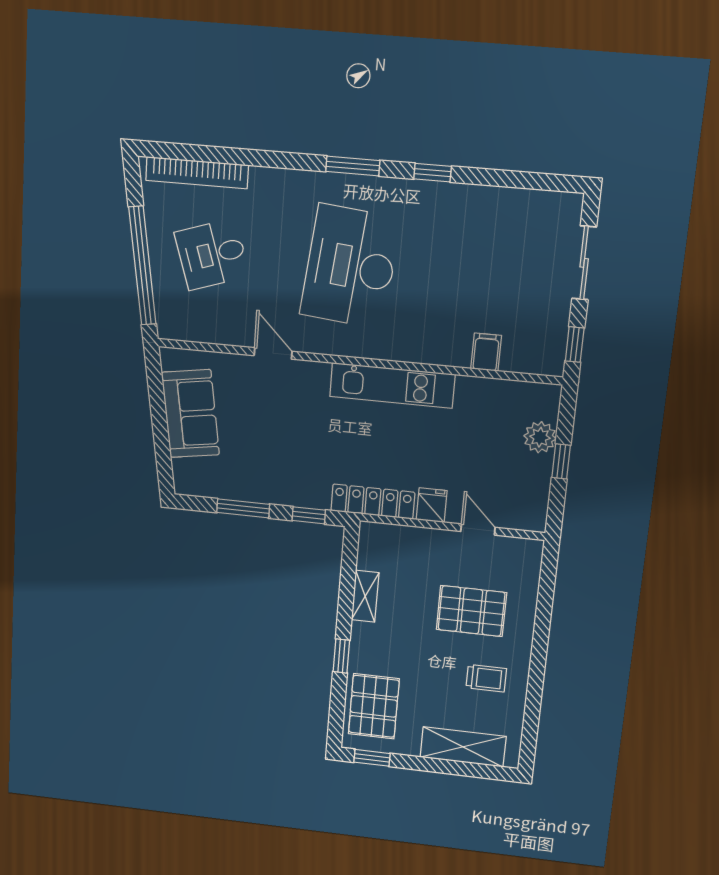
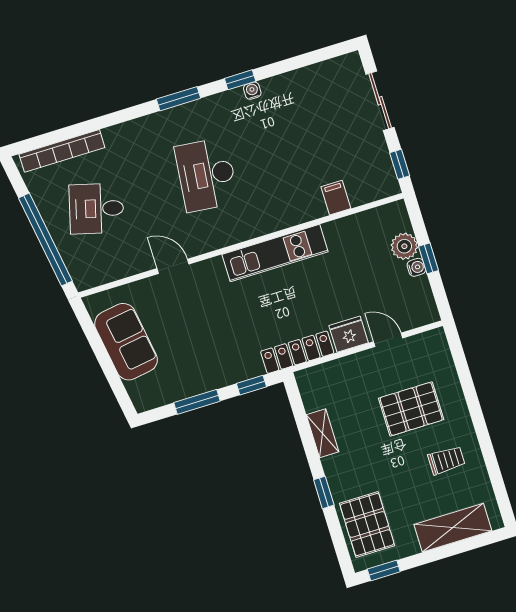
water cooler: (441, 191) -> (252, 91), added
desk: (212, 254) -> (96, 209), turned 33
desk: (350, 267) -> (206, 175), width x0.73, depth x0.77
water cooler: (543, 465) -> (416, 267), added
fridge: (432, 505) -> (349, 334), width x1.38

